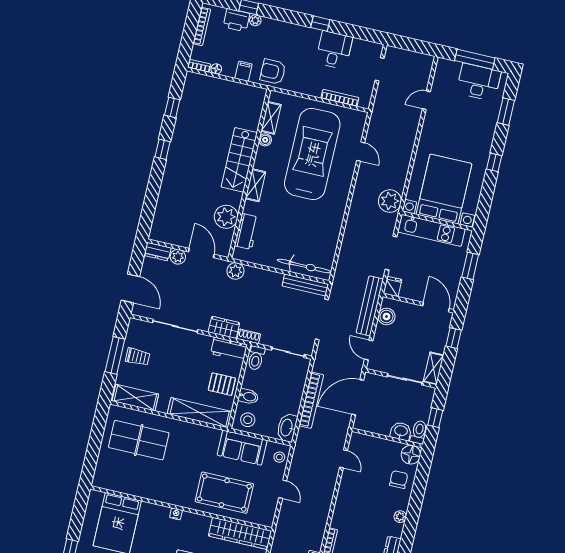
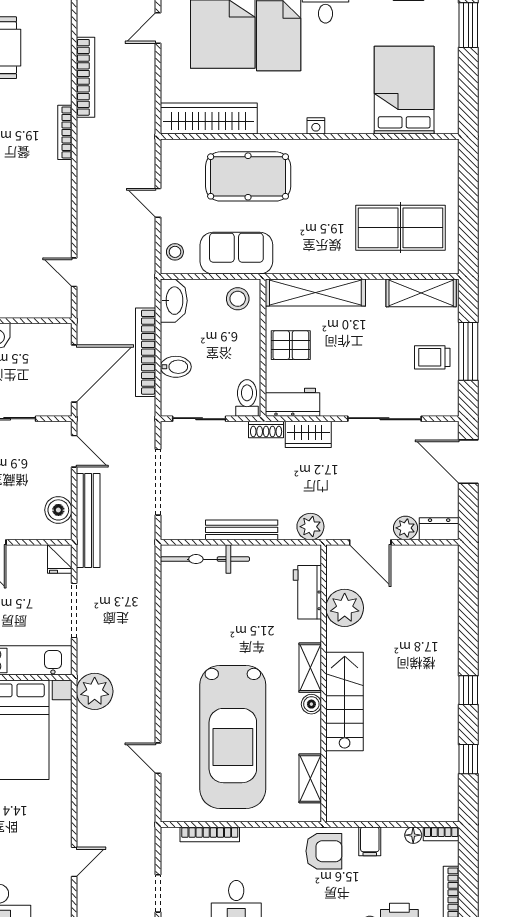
boiler: (265, 140) -> (311, 704), moved
bench: (305, 285) -> (242, 530), moved
bidet: (248, 396) -> (176, 367), moved, turned 180

